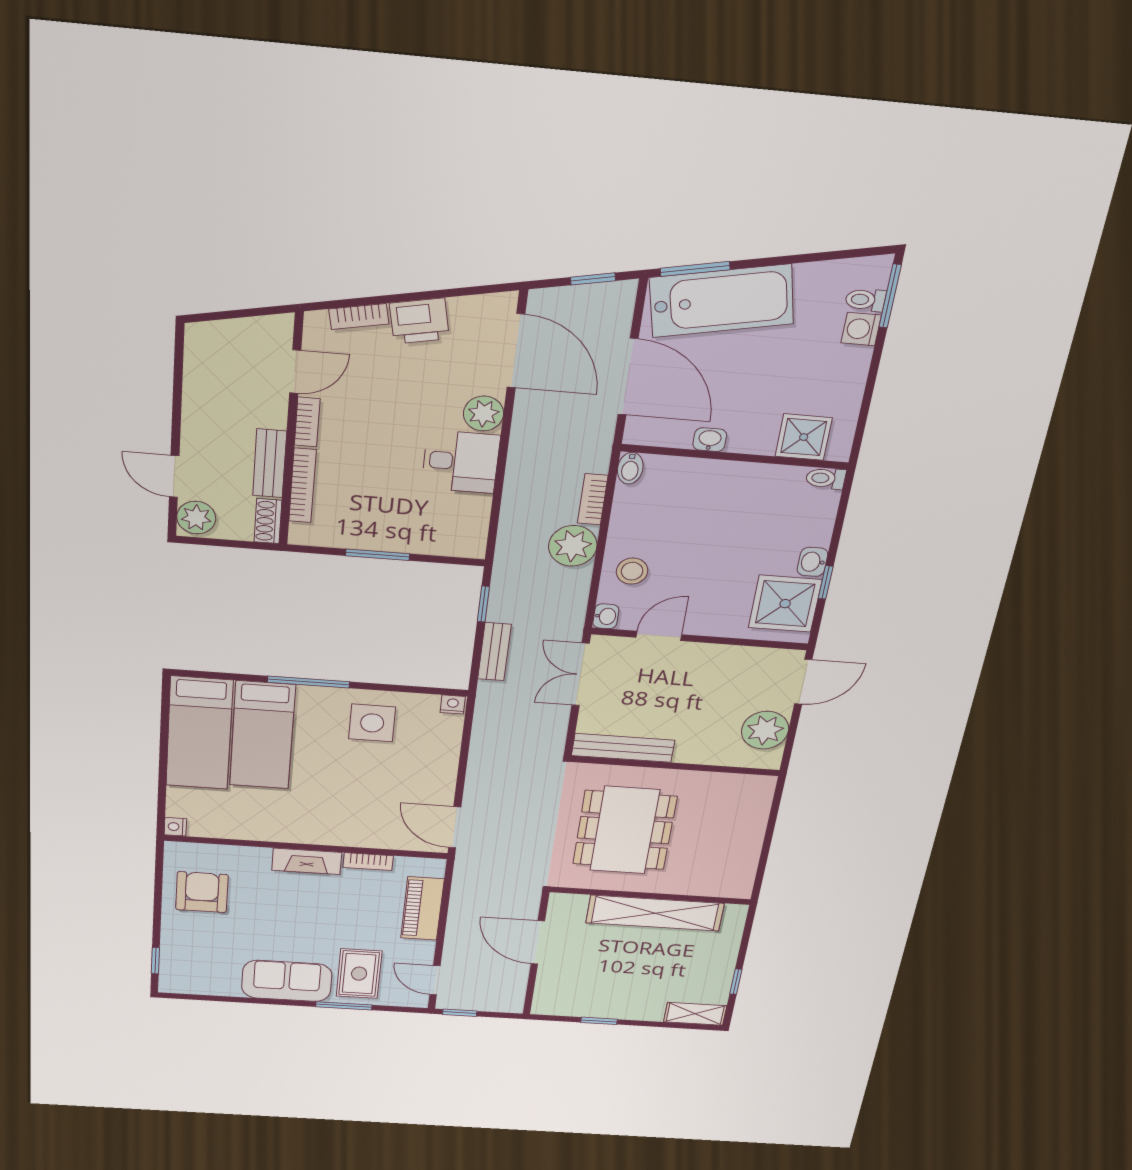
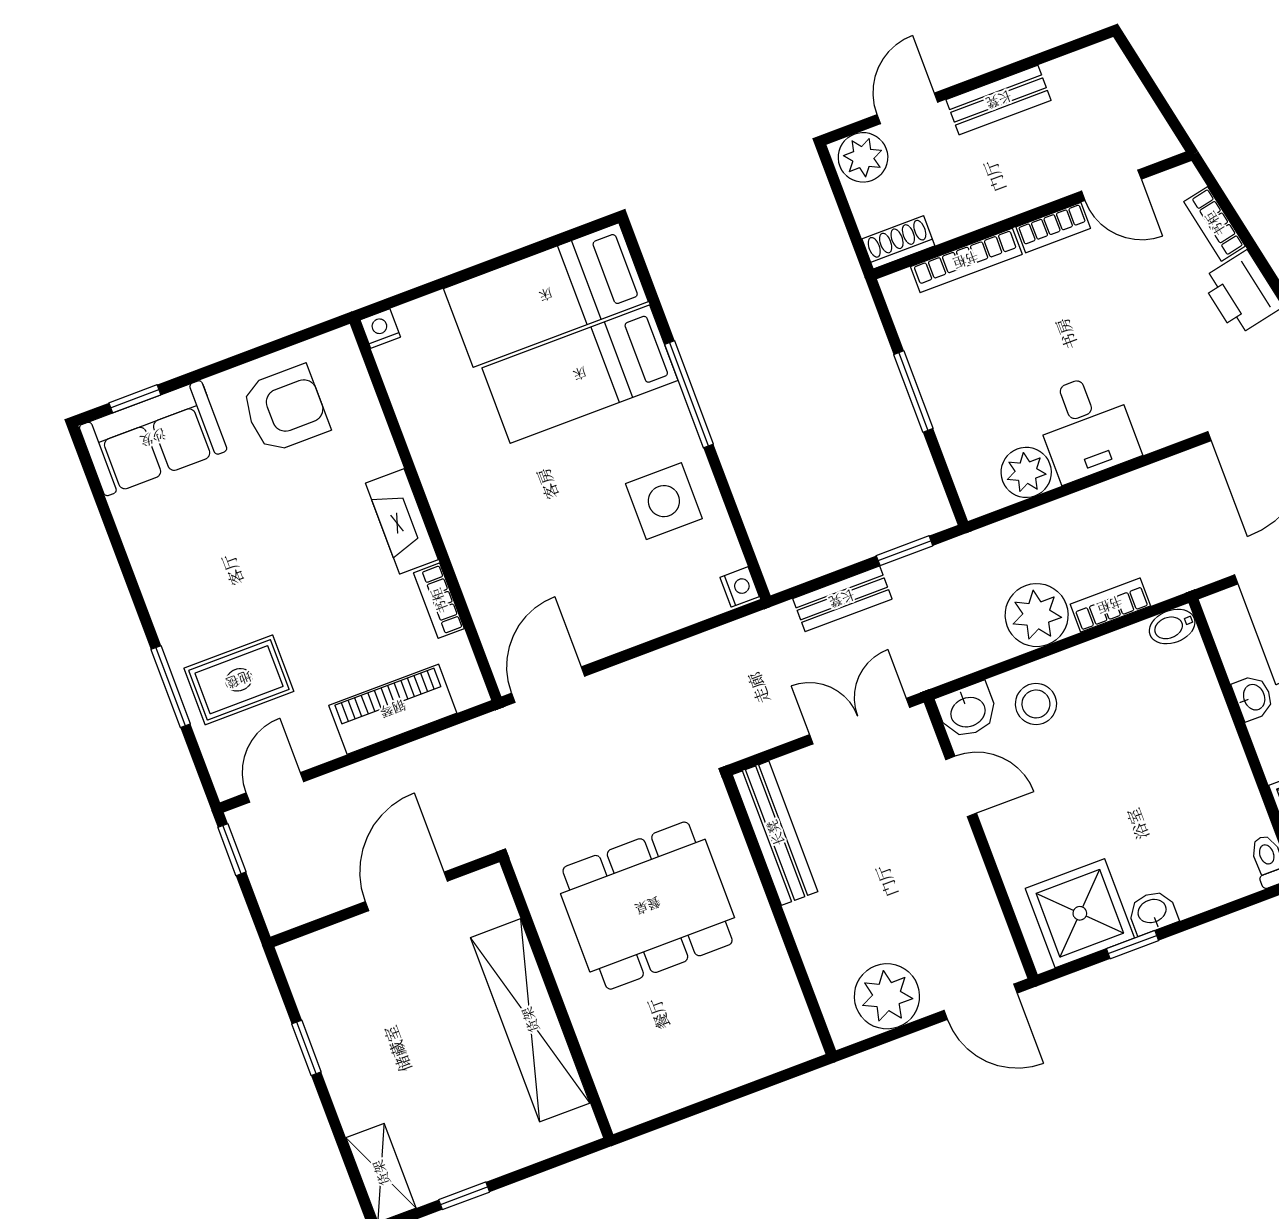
plant: (484, 414) -> (1026, 472), moved
bench: (270, 463) -> (999, 100), moved
washbasin: (606, 616) -> (968, 711), width x1.38, depth x1.45
sofa: (287, 981) -> (153, 438), moved, turned 90

